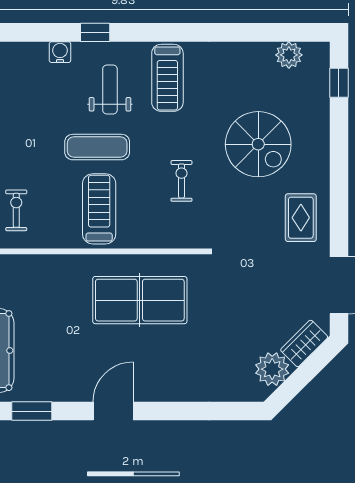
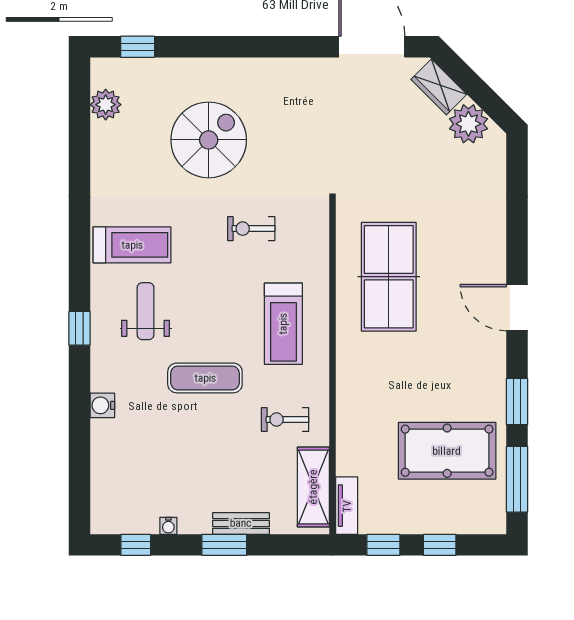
water cooler: (60, 52) -> (102, 405), moved
weight bench: (110, 90) -> (146, 311), turned 90
exercise mat: (97, 147) -> (205, 378), moved, turned 90
treadmill: (99, 209) -> (283, 324), turned -90
rug: (301, 218) -> (294, 91), removed

